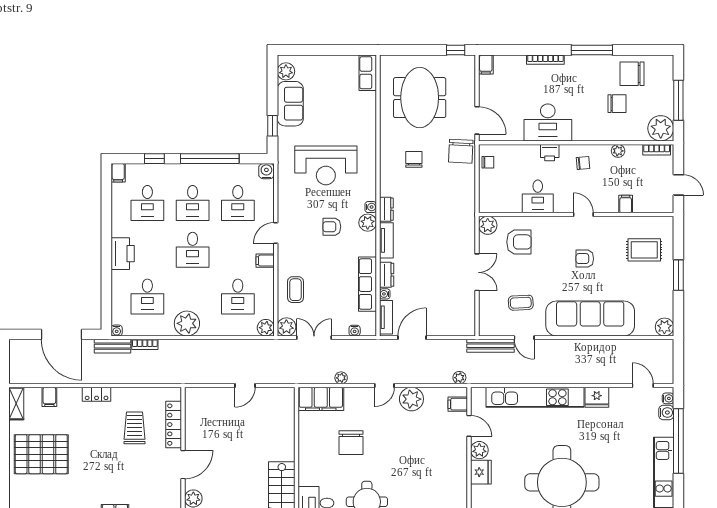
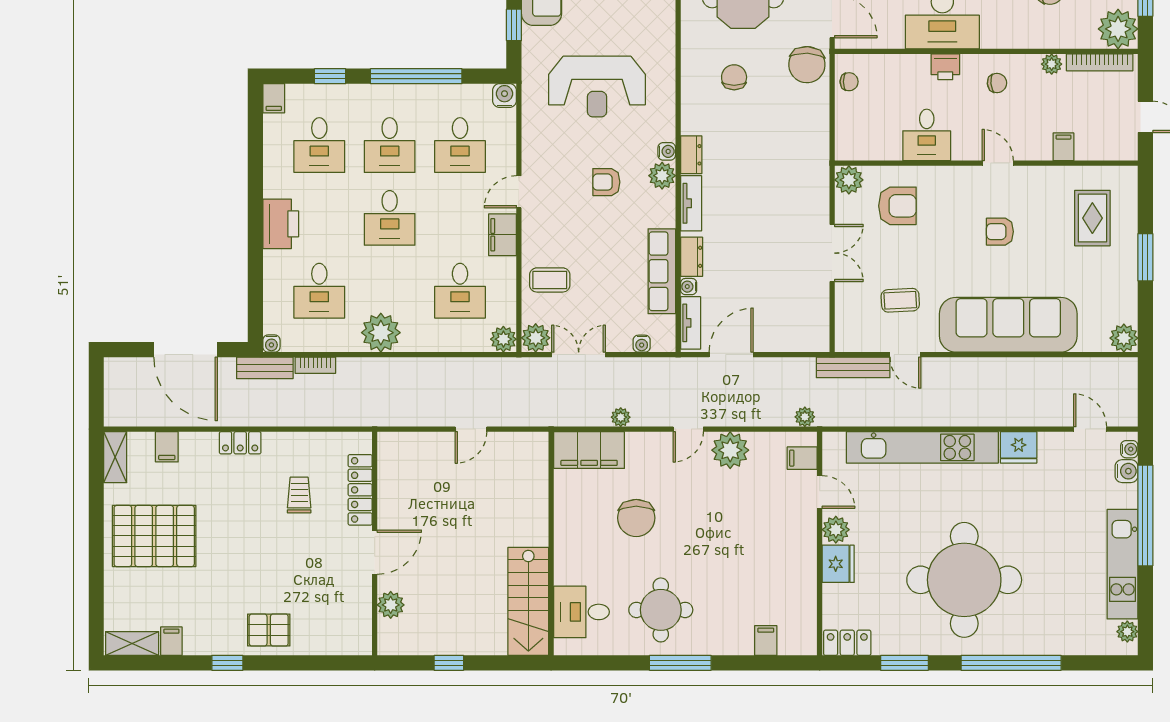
bookcase: (657, 150) -> (1100, 62), width x1.56
rug: (644, 250) -> (1092, 218), turned 90
filing cabinet: (265, 261) -> (503, 235), width x2.00
coffee table: (295, 290) -> (550, 280), turned 90
trolley: (134, 428) -> (299, 495), width x0.73, depth x0.72

